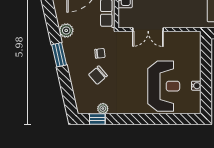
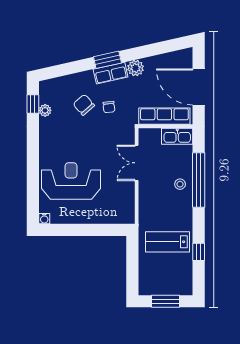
row of seats: (71, 52) -> (111, 73), added
reception desk: (164, 86) -> (71, 181), turned 180
water cooler: (196, 86) -> (44, 219), moved

